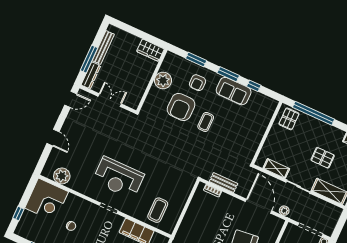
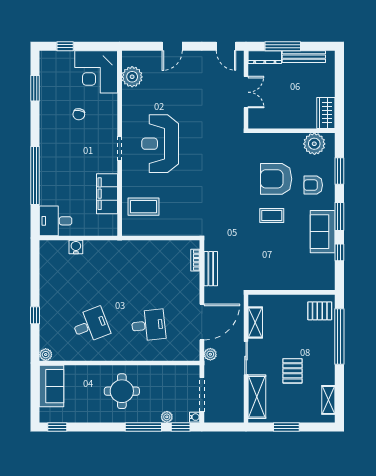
plant: (163, 80) -> (314, 144), moved

